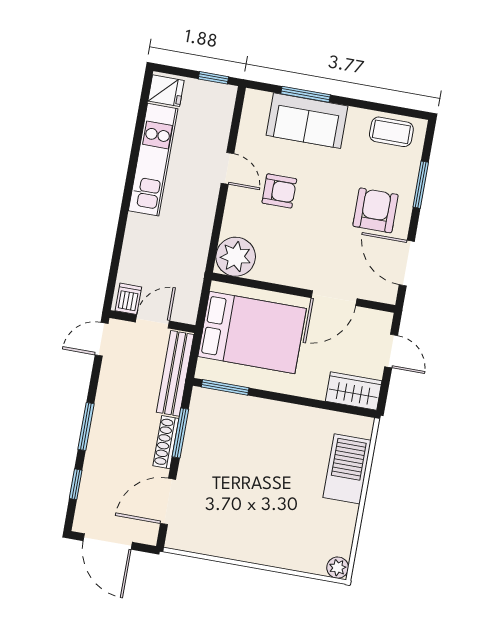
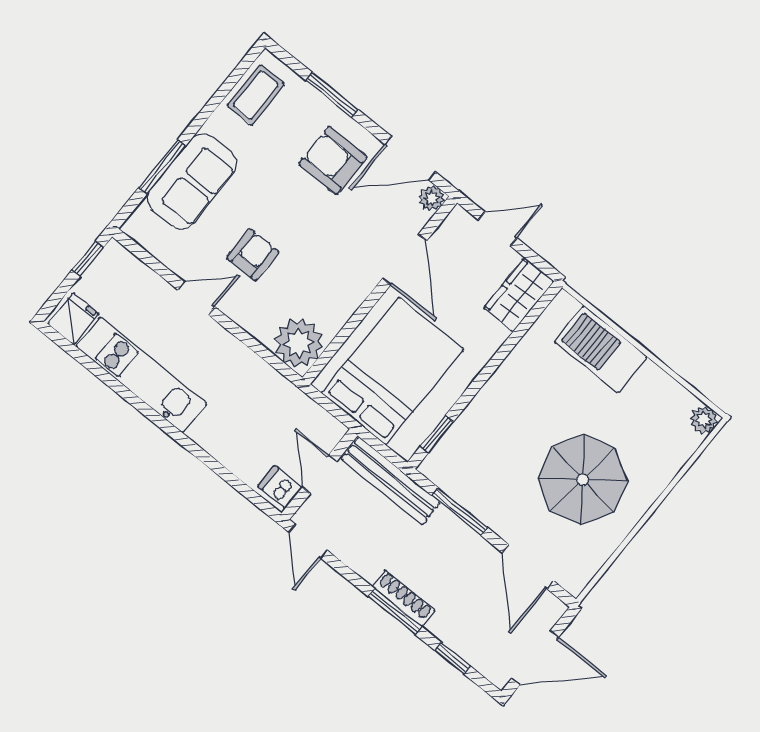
plant: (387, 294) -> (432, 198), added
window: (225, 387) -> (437, 434), width x0.67
shoe rack: (166, 442) -> (404, 598), moved, turned 180
parasol: (250, 506) -> (583, 480), added

